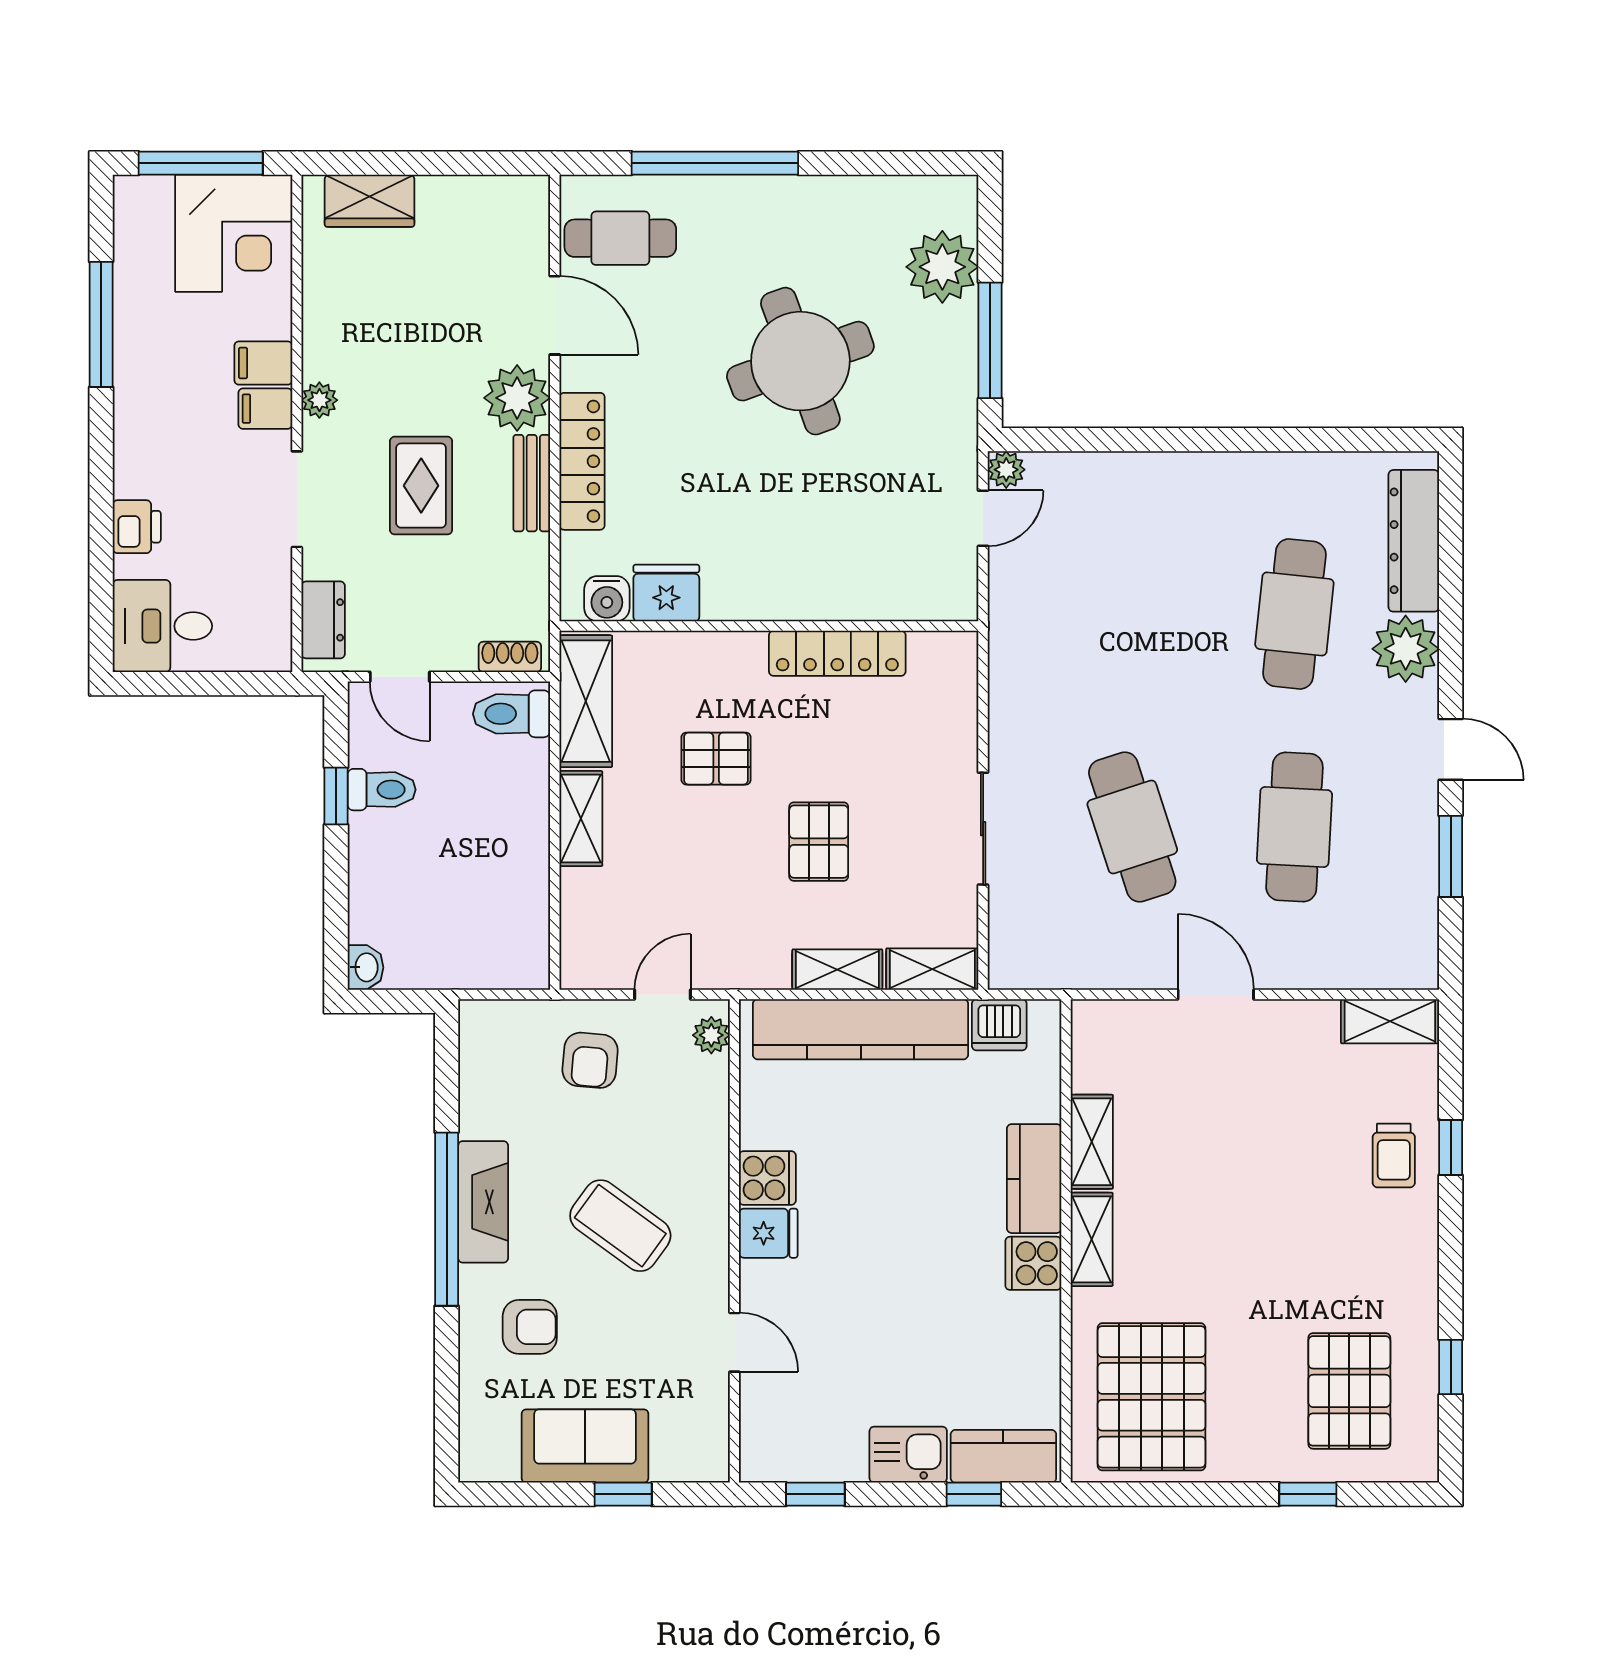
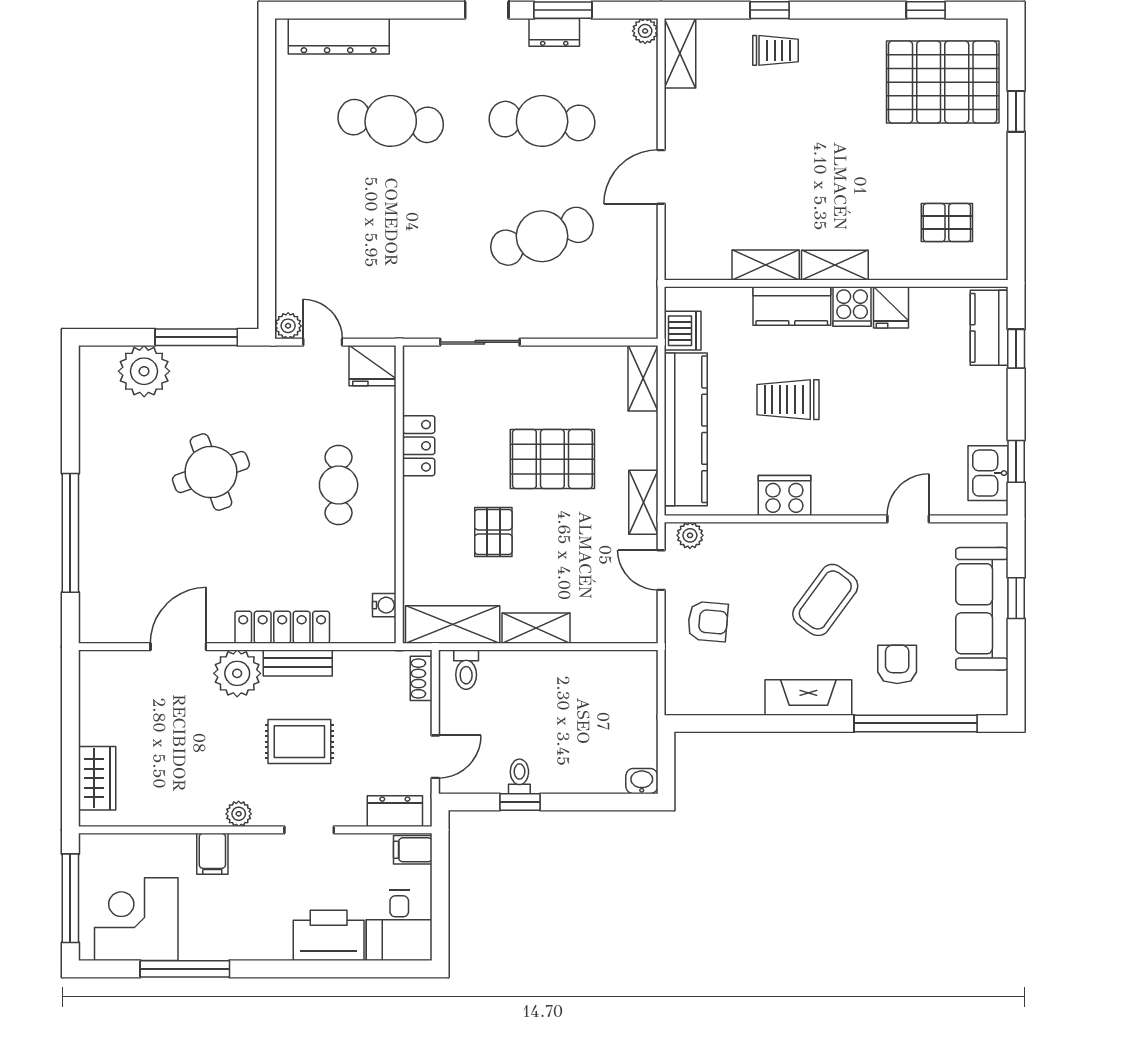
corner desk: (234, 233) -> (136, 919), moved, turned -90
cafe table: (620, 238) -> (339, 485), moved
round table: (800, 361) -> (211, 472), width x0.73, depth x0.73
filing cabinet: (265, 409) -> (413, 850), moved, turned 90
doorway: (297, 499) -> (309, 830), width x0.73
printer: (137, 527) -> (329, 935), width x1.87, depth x1.48
fridge: (666, 593) -> (373, 366), moved, turned -90
water cooler: (607, 599) -> (384, 605), width x0.72, depth x0.72
plant: (1406, 649) -> (645, 31), moved, width x0.53, depth x0.53
locker: (837, 653) -> (419, 446), width x0.66
toilet: (512, 714) -> (466, 670), width x0.73, depth x0.72
toilet: (382, 790) -> (519, 776), width x0.73, depth x0.72
sliding door: (983, 829) -> (480, 342), moved
pallet: (819, 842) -> (552, 459), width x1.50, depth x1.42
dresser: (1419, 844) -> (554, 32), added
shelving: (837, 970) -> (643, 502), moved
trolley: (902, 1173) -> (788, 400), added
cooker: (767, 1178) -> (784, 495), width x1.36
window: (447, 1219) -> (916, 723), moved
fridge: (768, 1233) -> (891, 307), moved, turned 180
pallet: (1349, 1391) -> (943, 82), width x1.37, depth x1.41
pallet: (1151, 1397) -> (947, 223), width x0.49, depth x0.50
sofa: (585, 1446) -> (982, 609), width x1.36
kitchen sink: (908, 1455) -> (988, 473), moved

